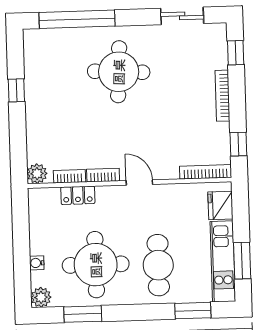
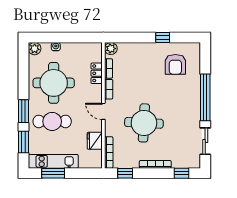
window: (77, 19) -> (205, 97), moved
armchair: (59, 68) -> (175, 64), added
round table: (119, 72) -> (144, 123), moved
door: (139, 182) -> (103, 111), swing flipped
fridge: (220, 205) -> (95, 141), moved, turned -90
window: (83, 314) -> (23, 111), moved

